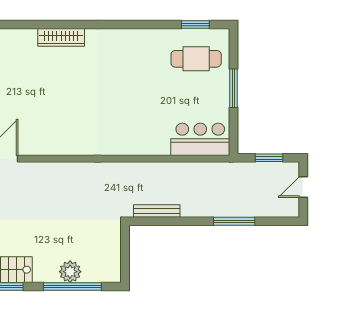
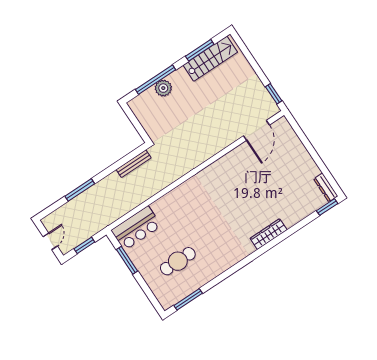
window: (195, 25) -> (188, 299), width x1.44
cafe table: (196, 59) -> (178, 261), moved
window: (233, 88) -> (127, 260), moved

